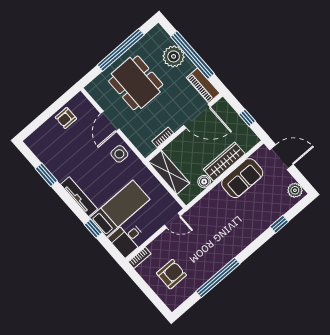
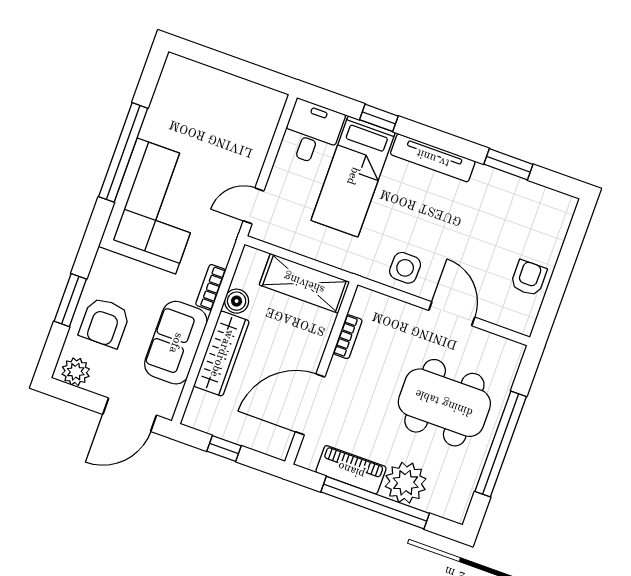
piano: (203, 85) -> (351, 470), moved
window: (279, 224) -> (70, 300), width x1.50
corner sofa: (216, 245) -> (156, 206), added
bookcase: (140, 258) -> (211, 287), moved
armchair: (171, 274) -> (104, 322), moved

